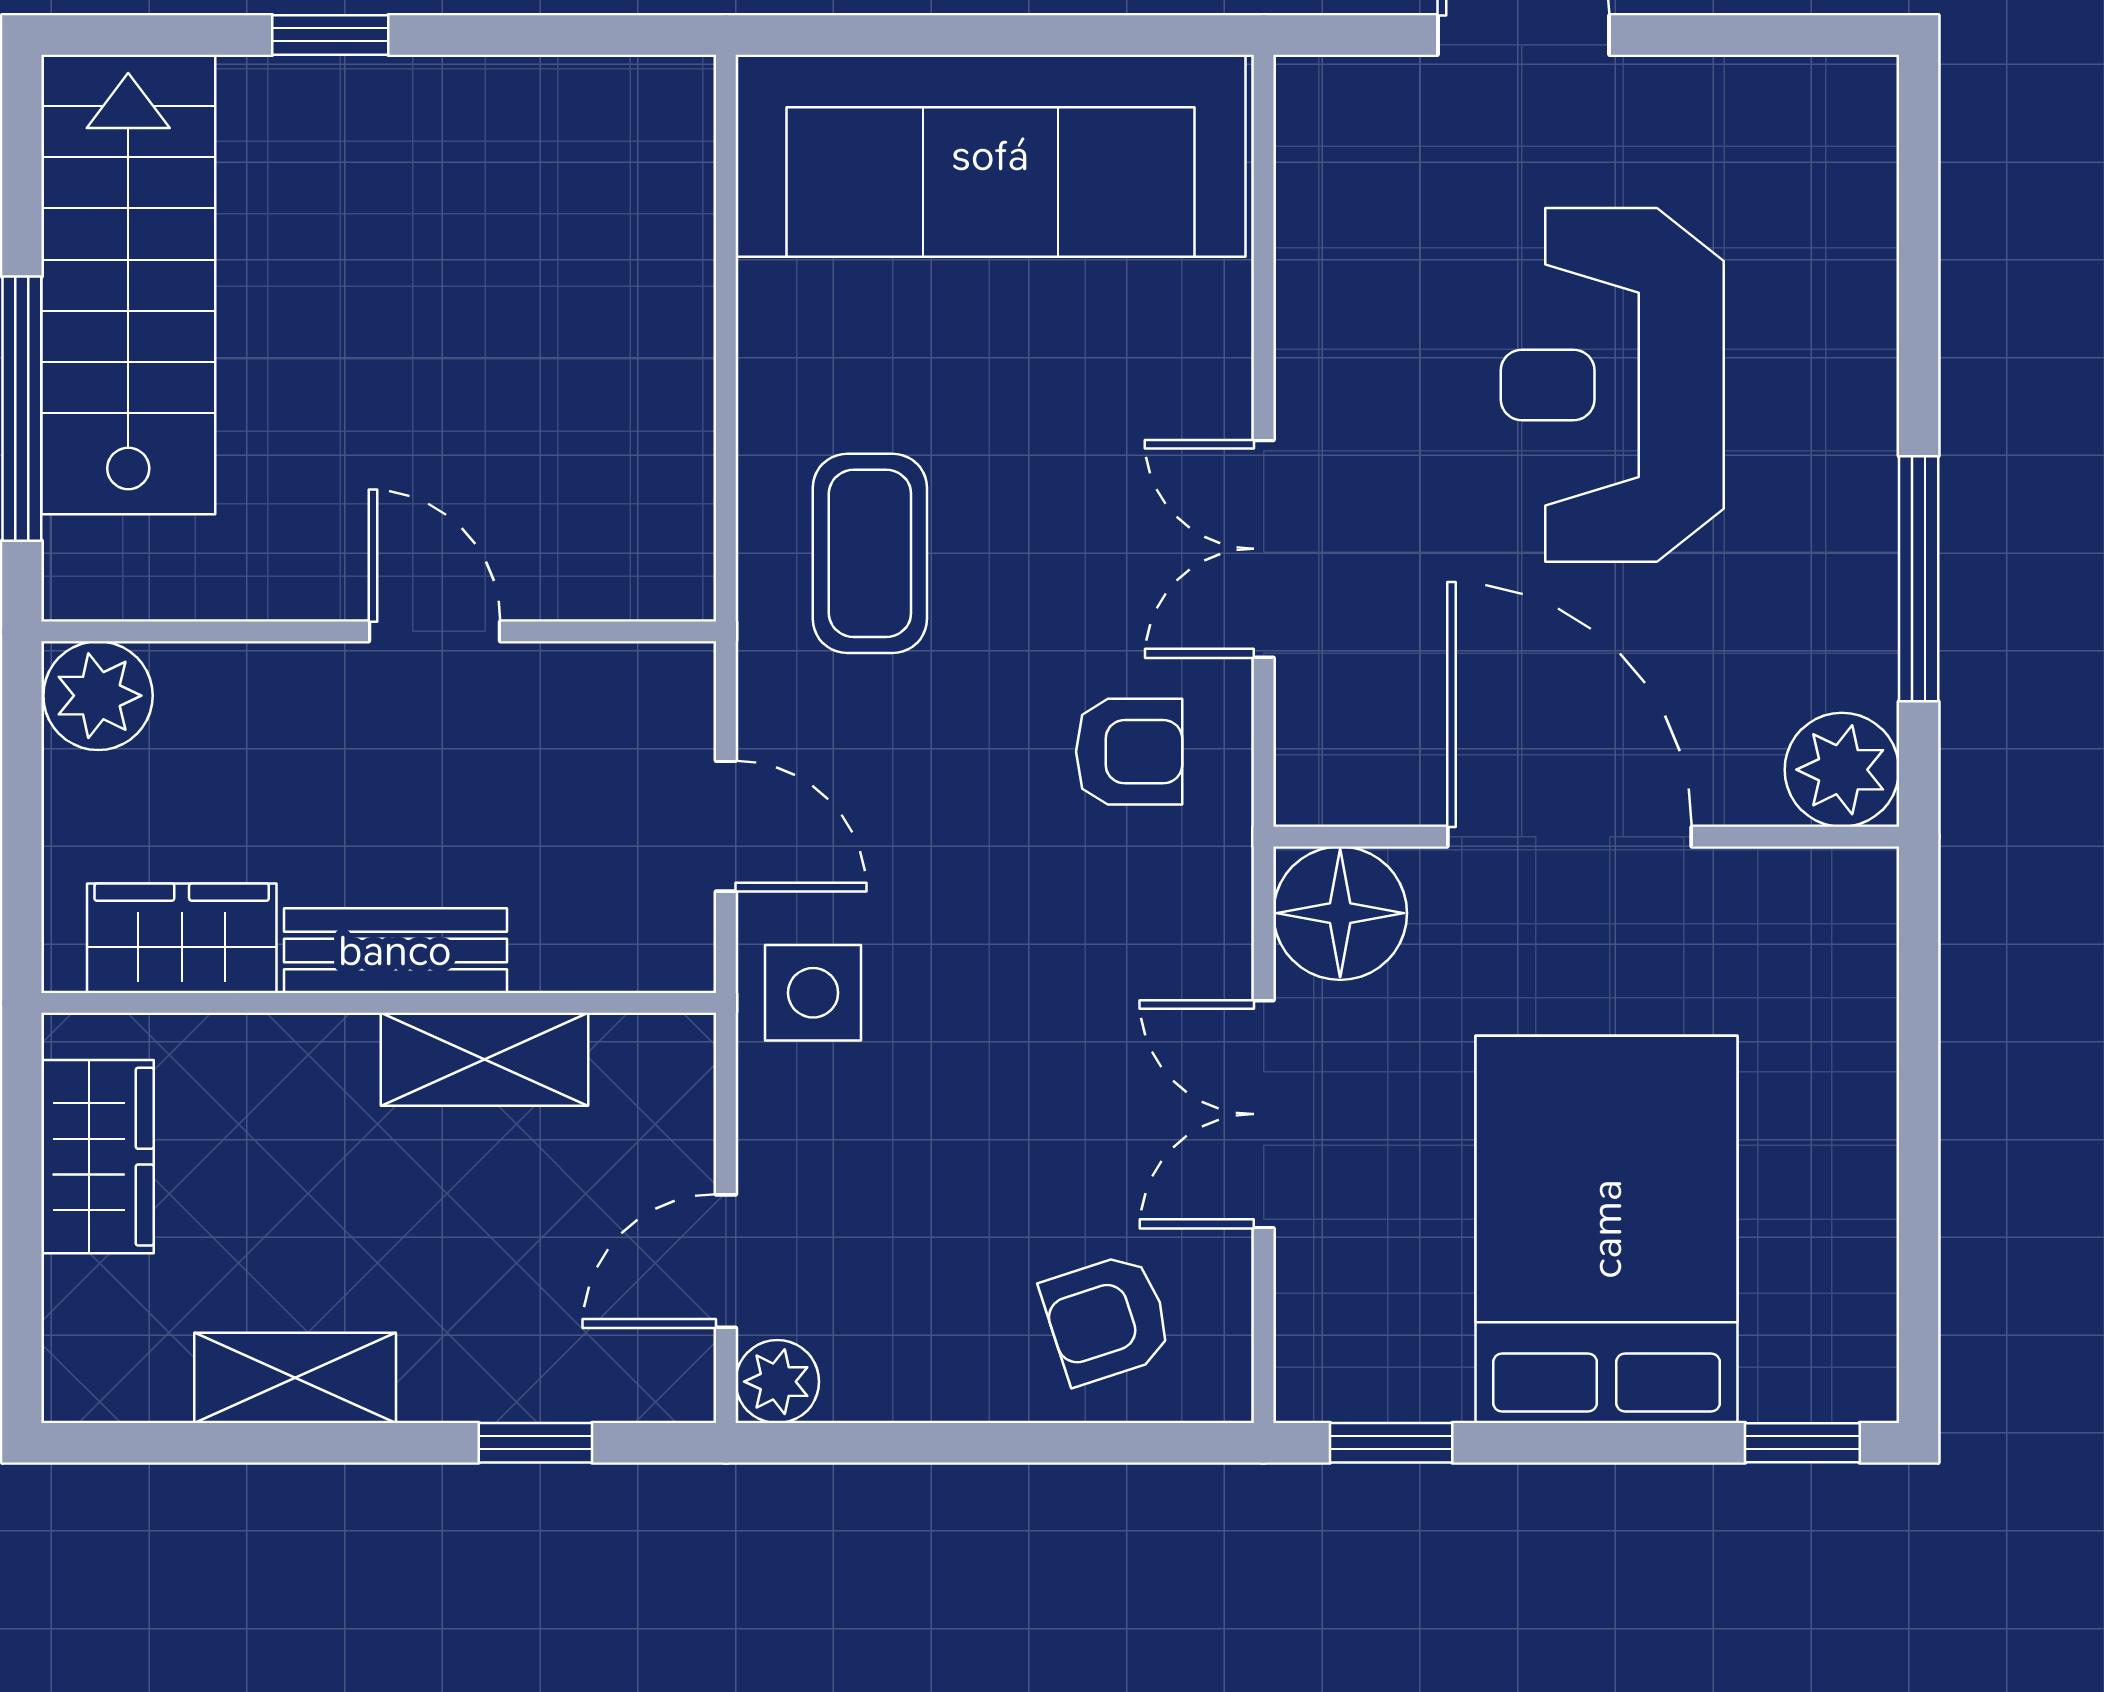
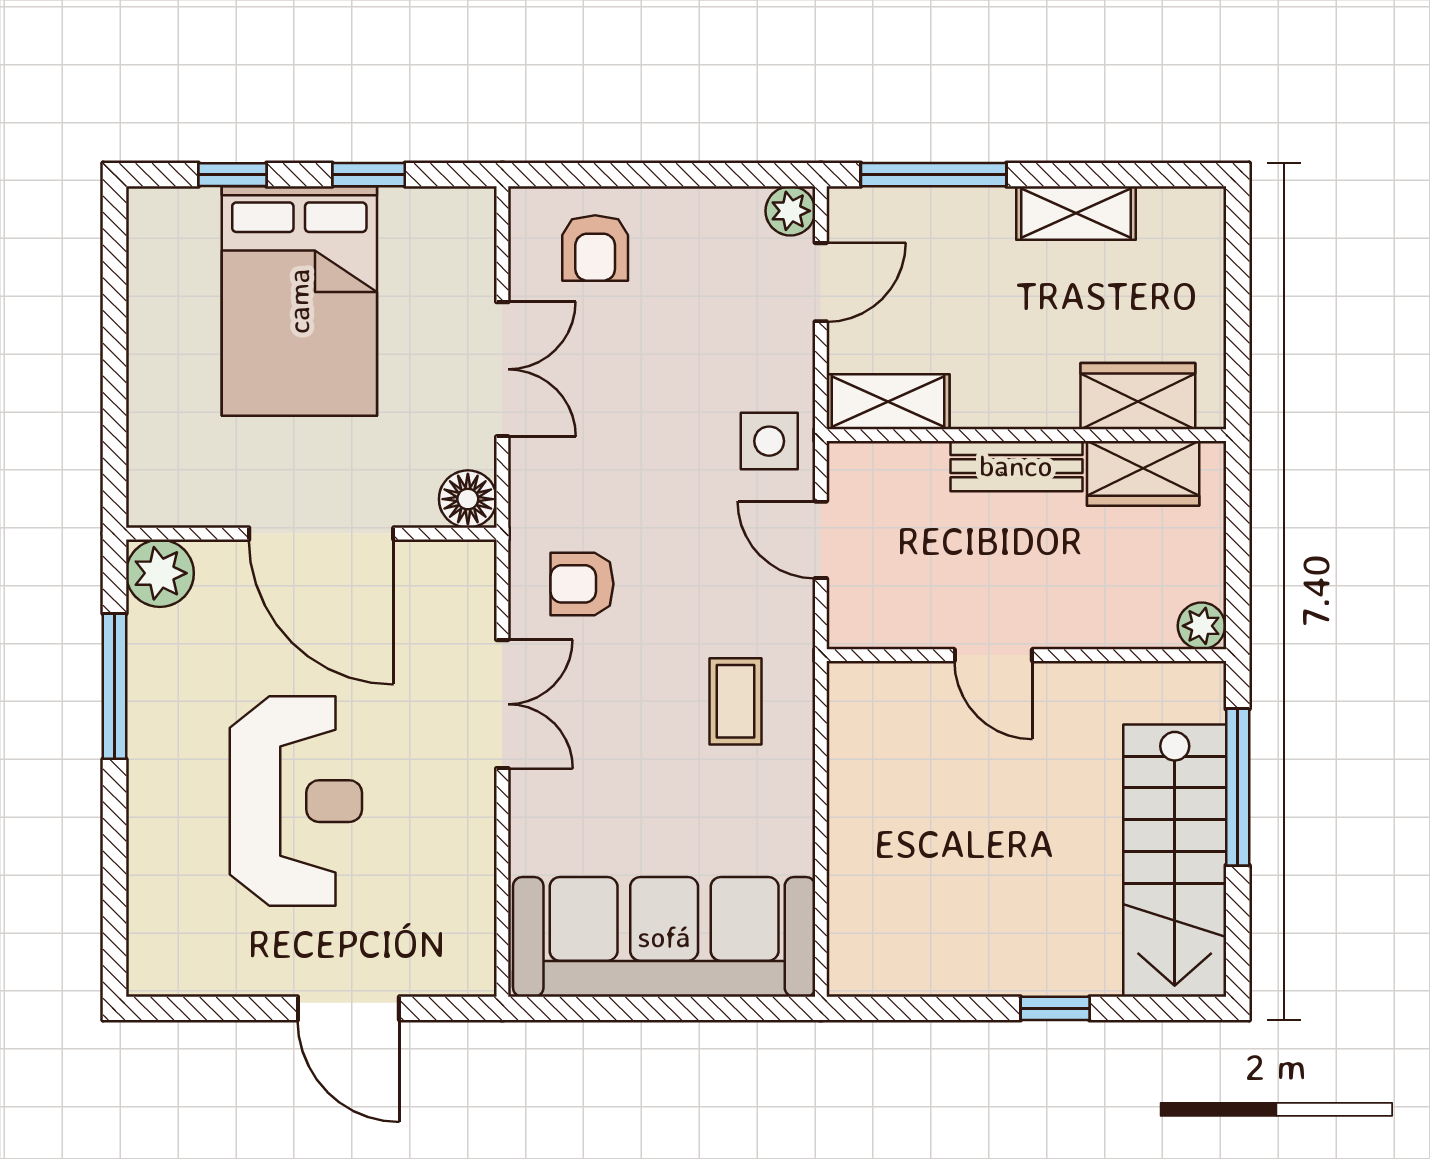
coffee table: (870, 553) -> (736, 701), width x0.73, depth x0.77
plant: (98, 696) -> (1201, 626), width x0.73, depth x0.73
floor lamp: (1340, 913) -> (468, 499), width x0.73, depth x0.73
shelving: (485, 1059) -> (888, 402), moved
wardrobe: (98, 1157) -> (1138, 396), moved, turned 90
armchair: (1107, 1319) -> (595, 248), turned 108
window: (535, 1443) -> (934, 175), width x2.17
window: (1391, 1443) -> (369, 175), moved
window: (1802, 1443) -> (233, 175), moved

